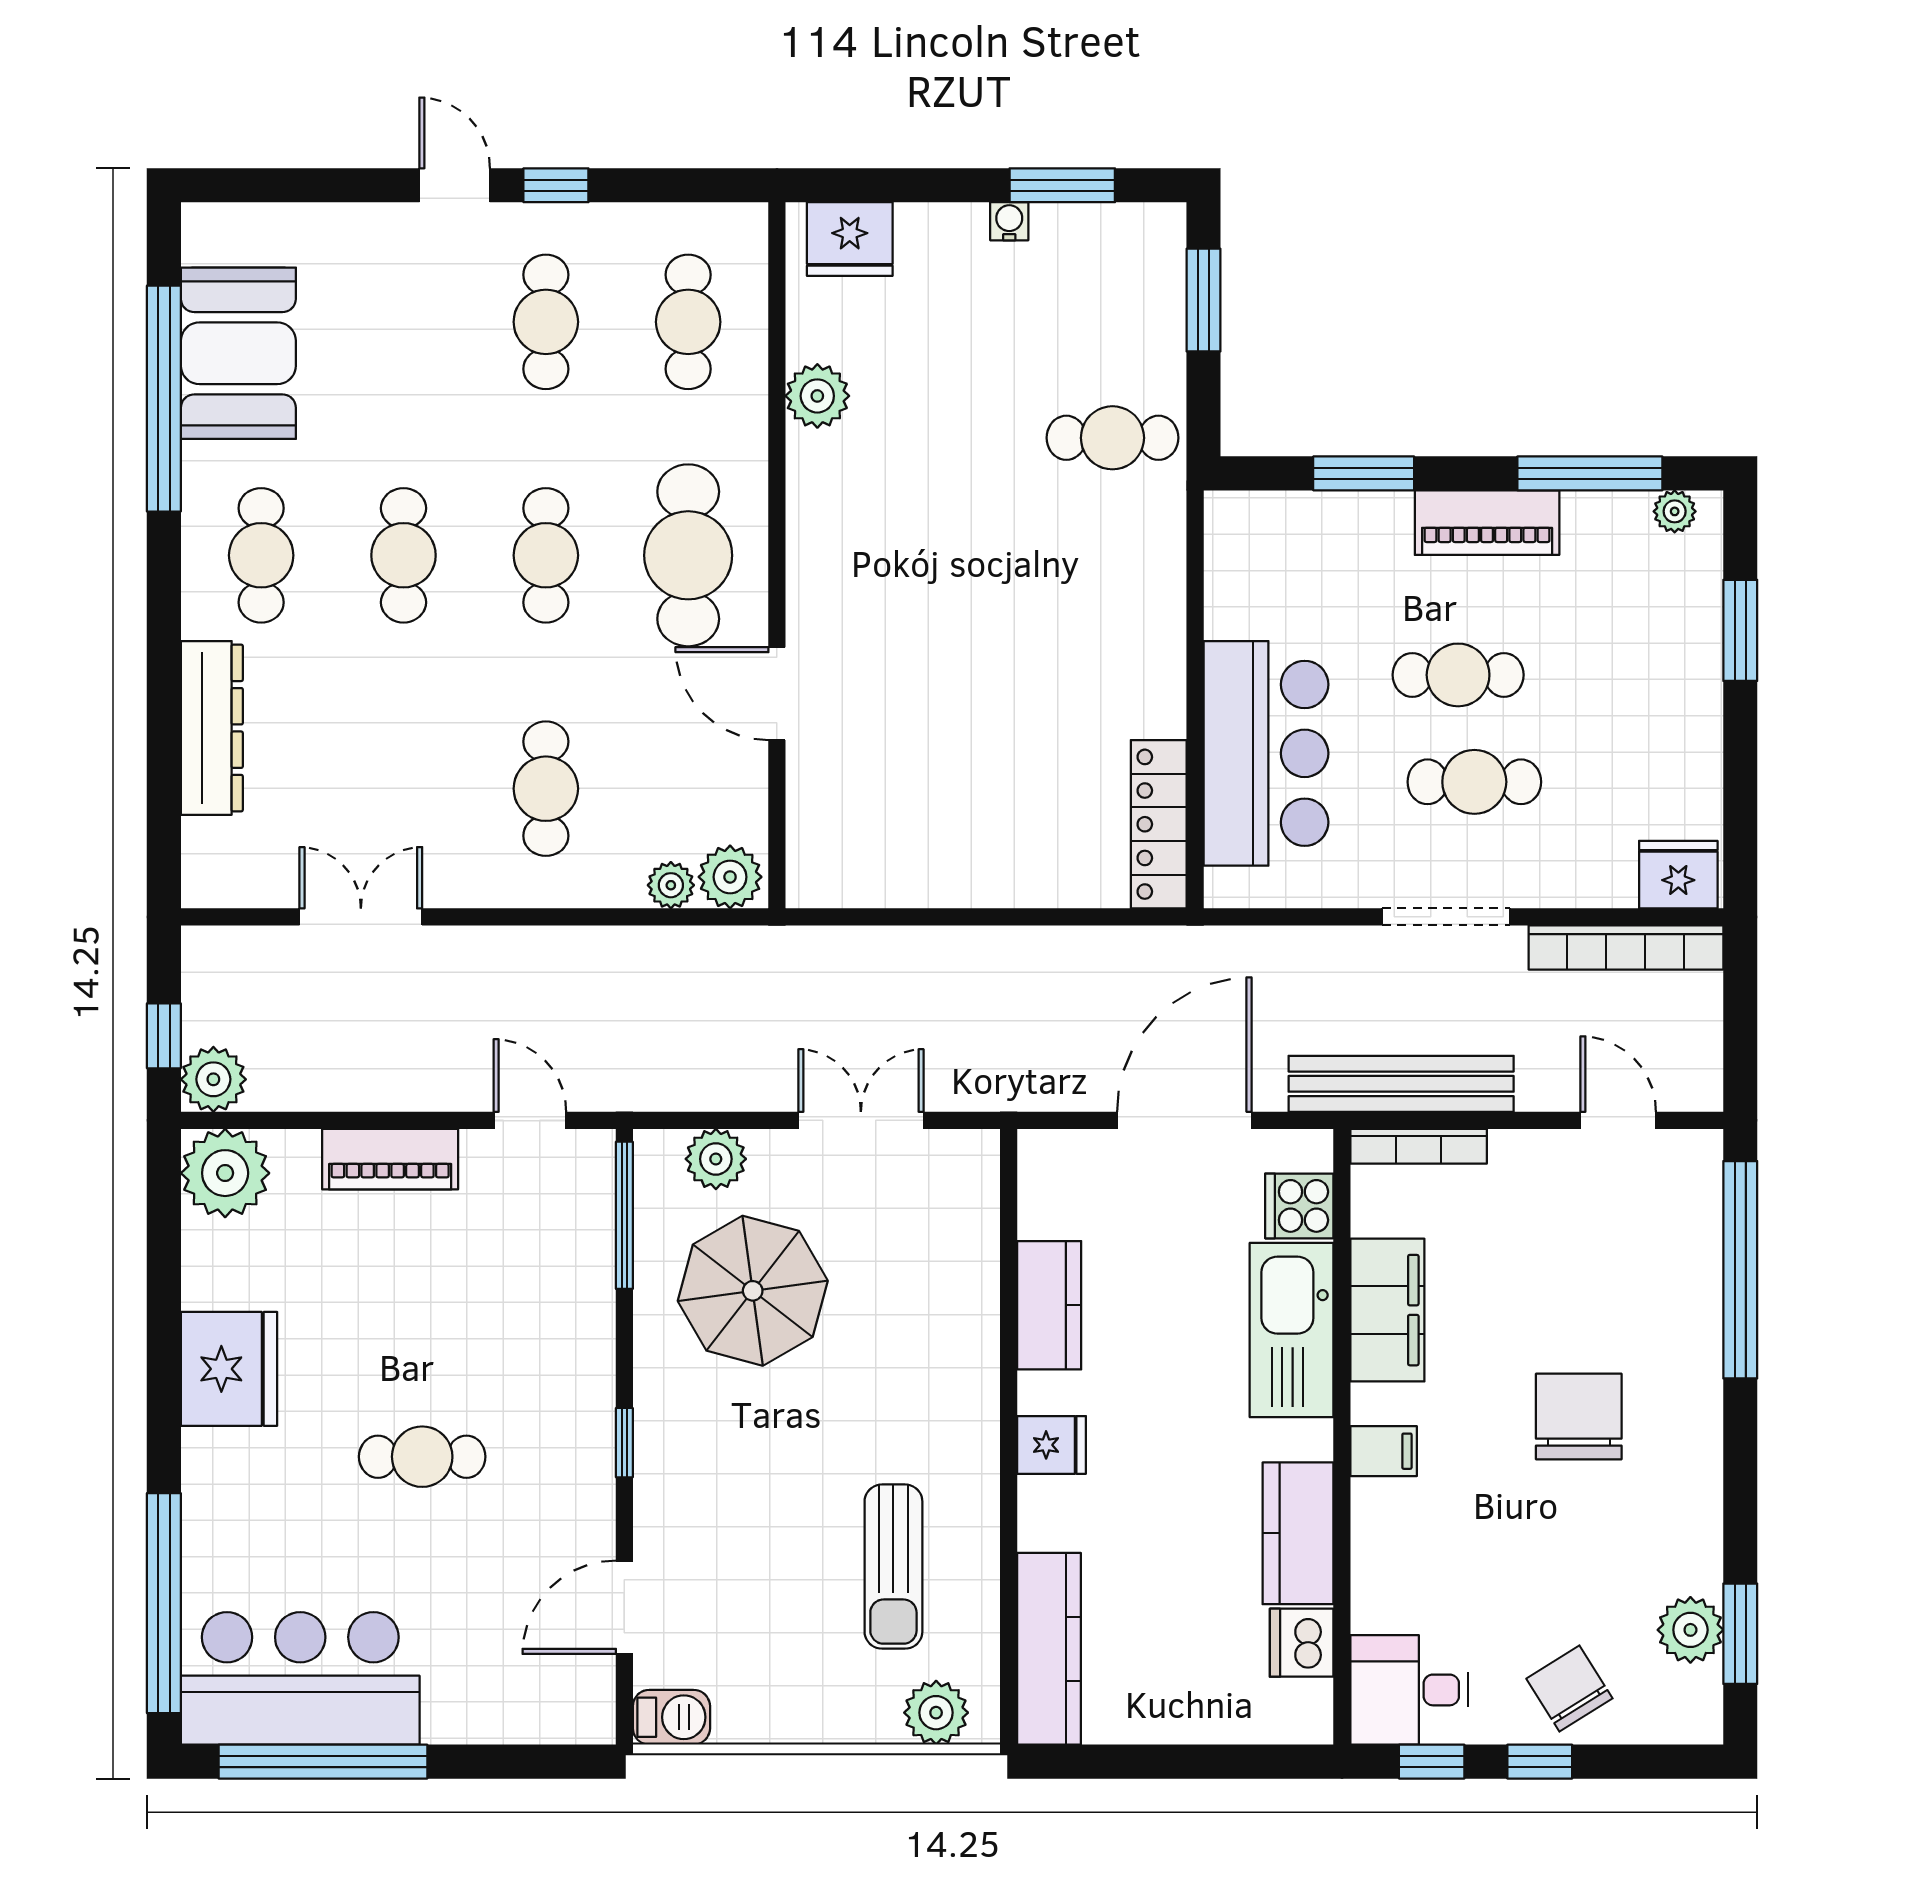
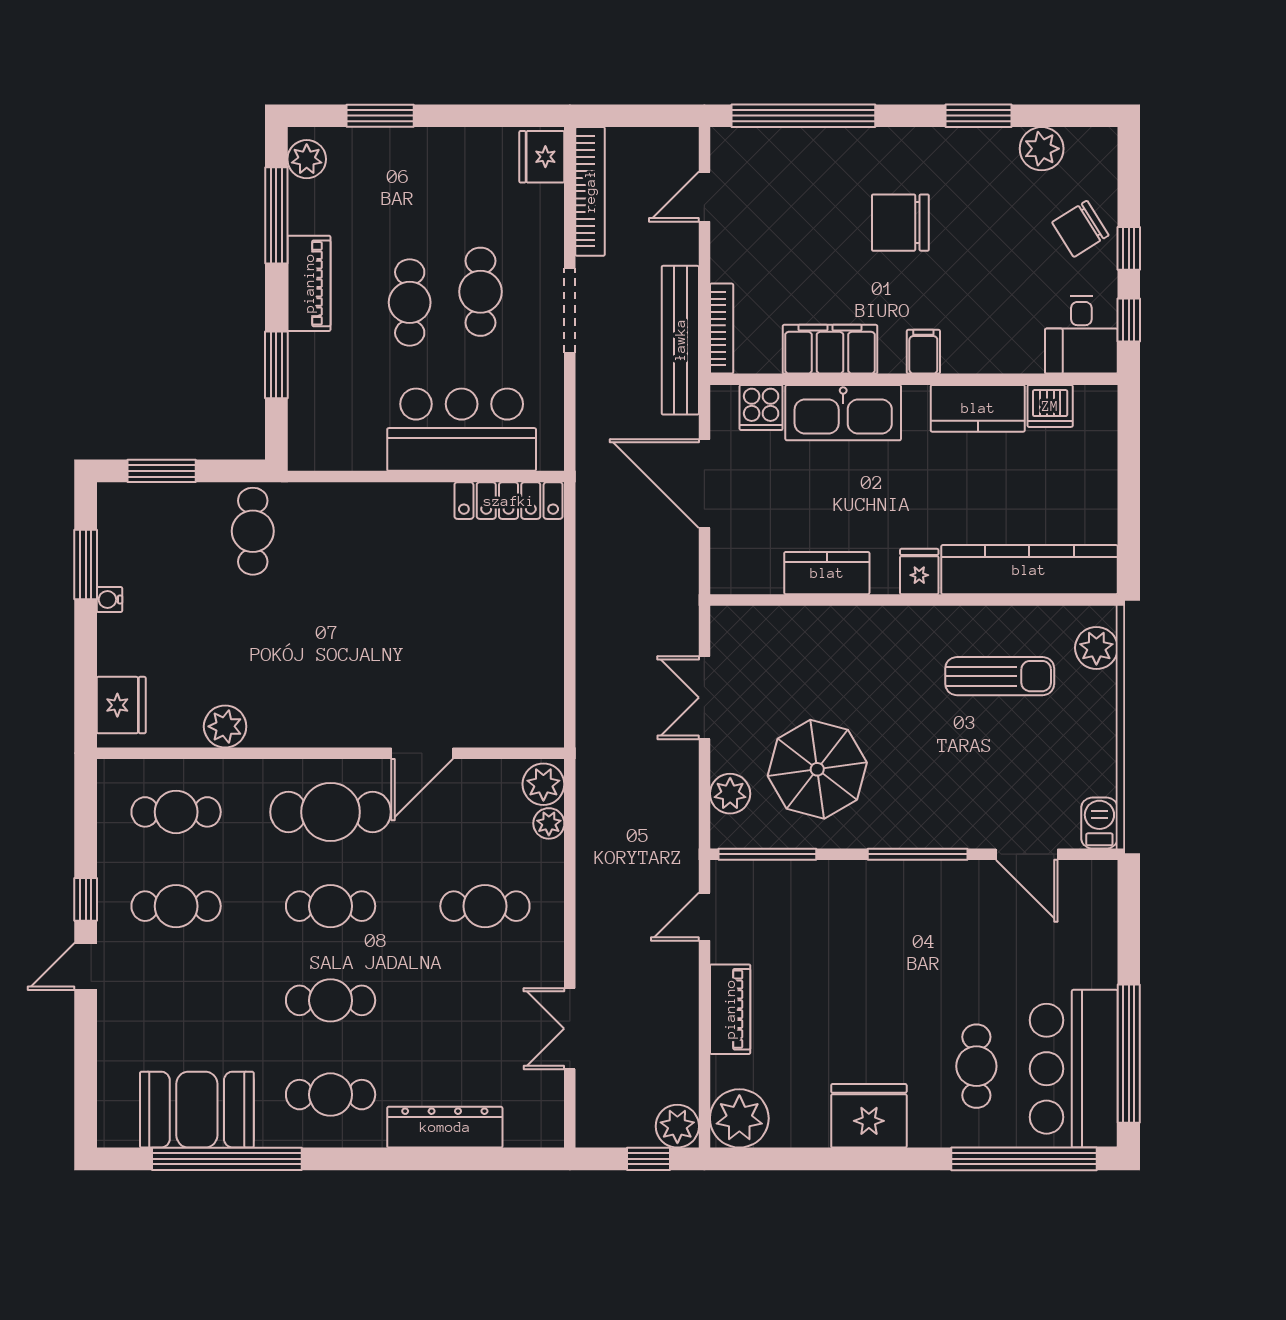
plant: (1675, 511) -> (307, 159), width x1.38, depth x1.38
window: (624, 1443) -> (918, 854), width x2.17
cafe table: (422, 1457) -> (976, 1066), moved
window: (1740, 1634) -> (978, 116), moved
kitchen counter: (1049, 1649) -> (1029, 570), width x1.39, depth x1.17

